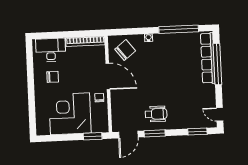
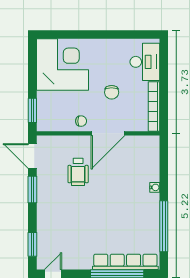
chair: (125, 50) -> (140, 157), removed
chair: (53, 77) -> (112, 92), moved
corner desk: (70, 114) -> (62, 65), moved
wheelchair: (156, 114) -> (78, 172), moved

